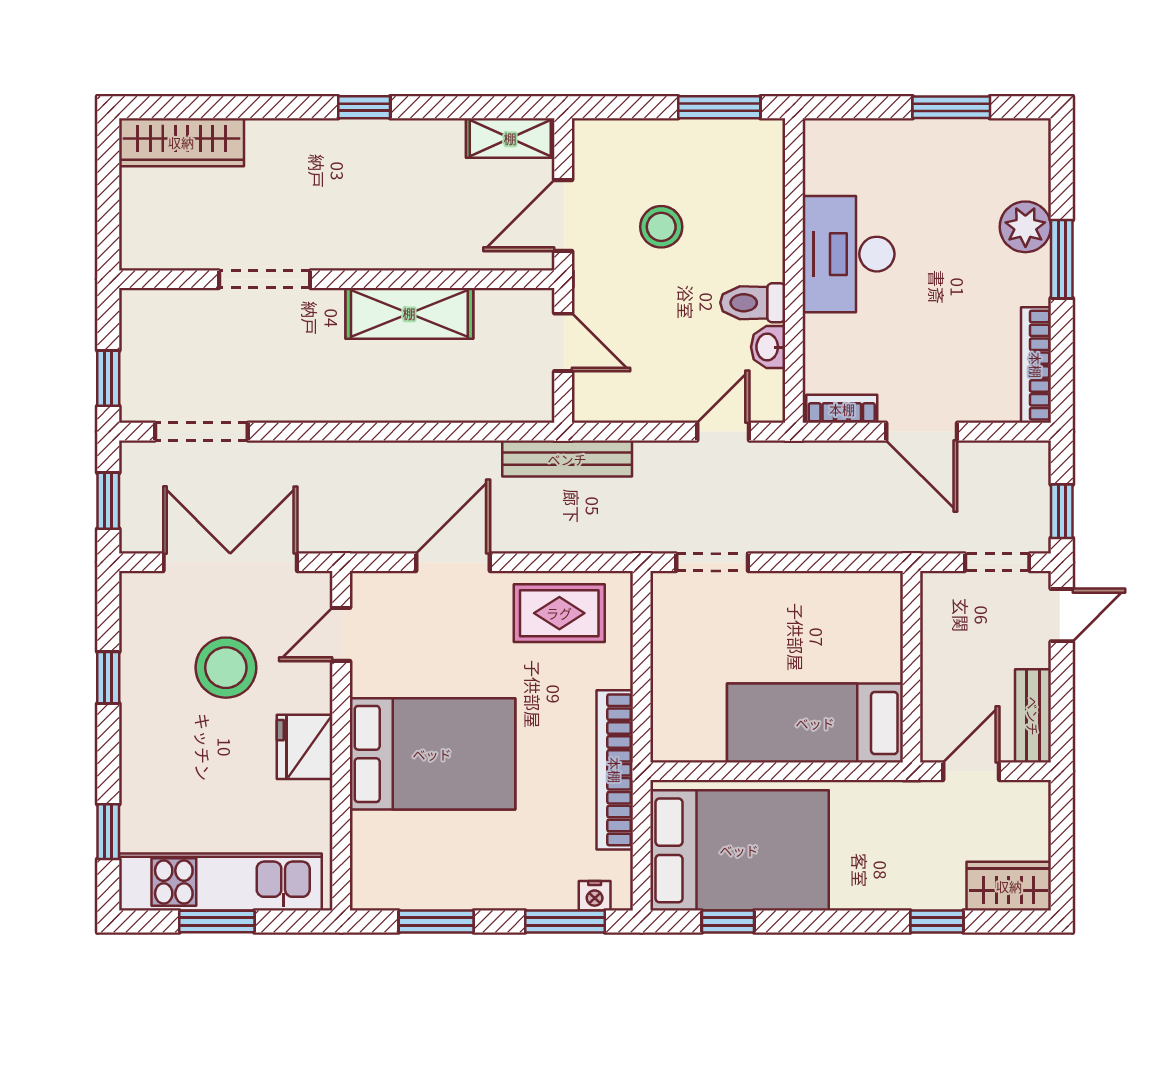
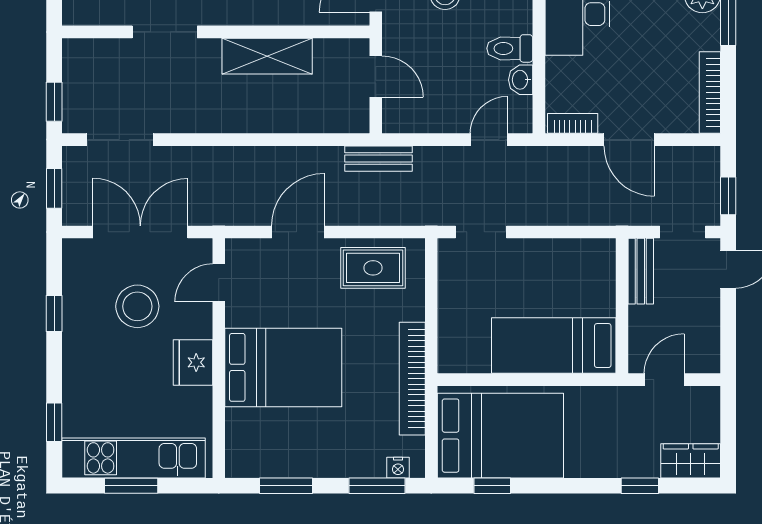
bench: (567, 459) -> (379, 159), width x0.73
bench: (1033, 716) -> (641, 271), moved

